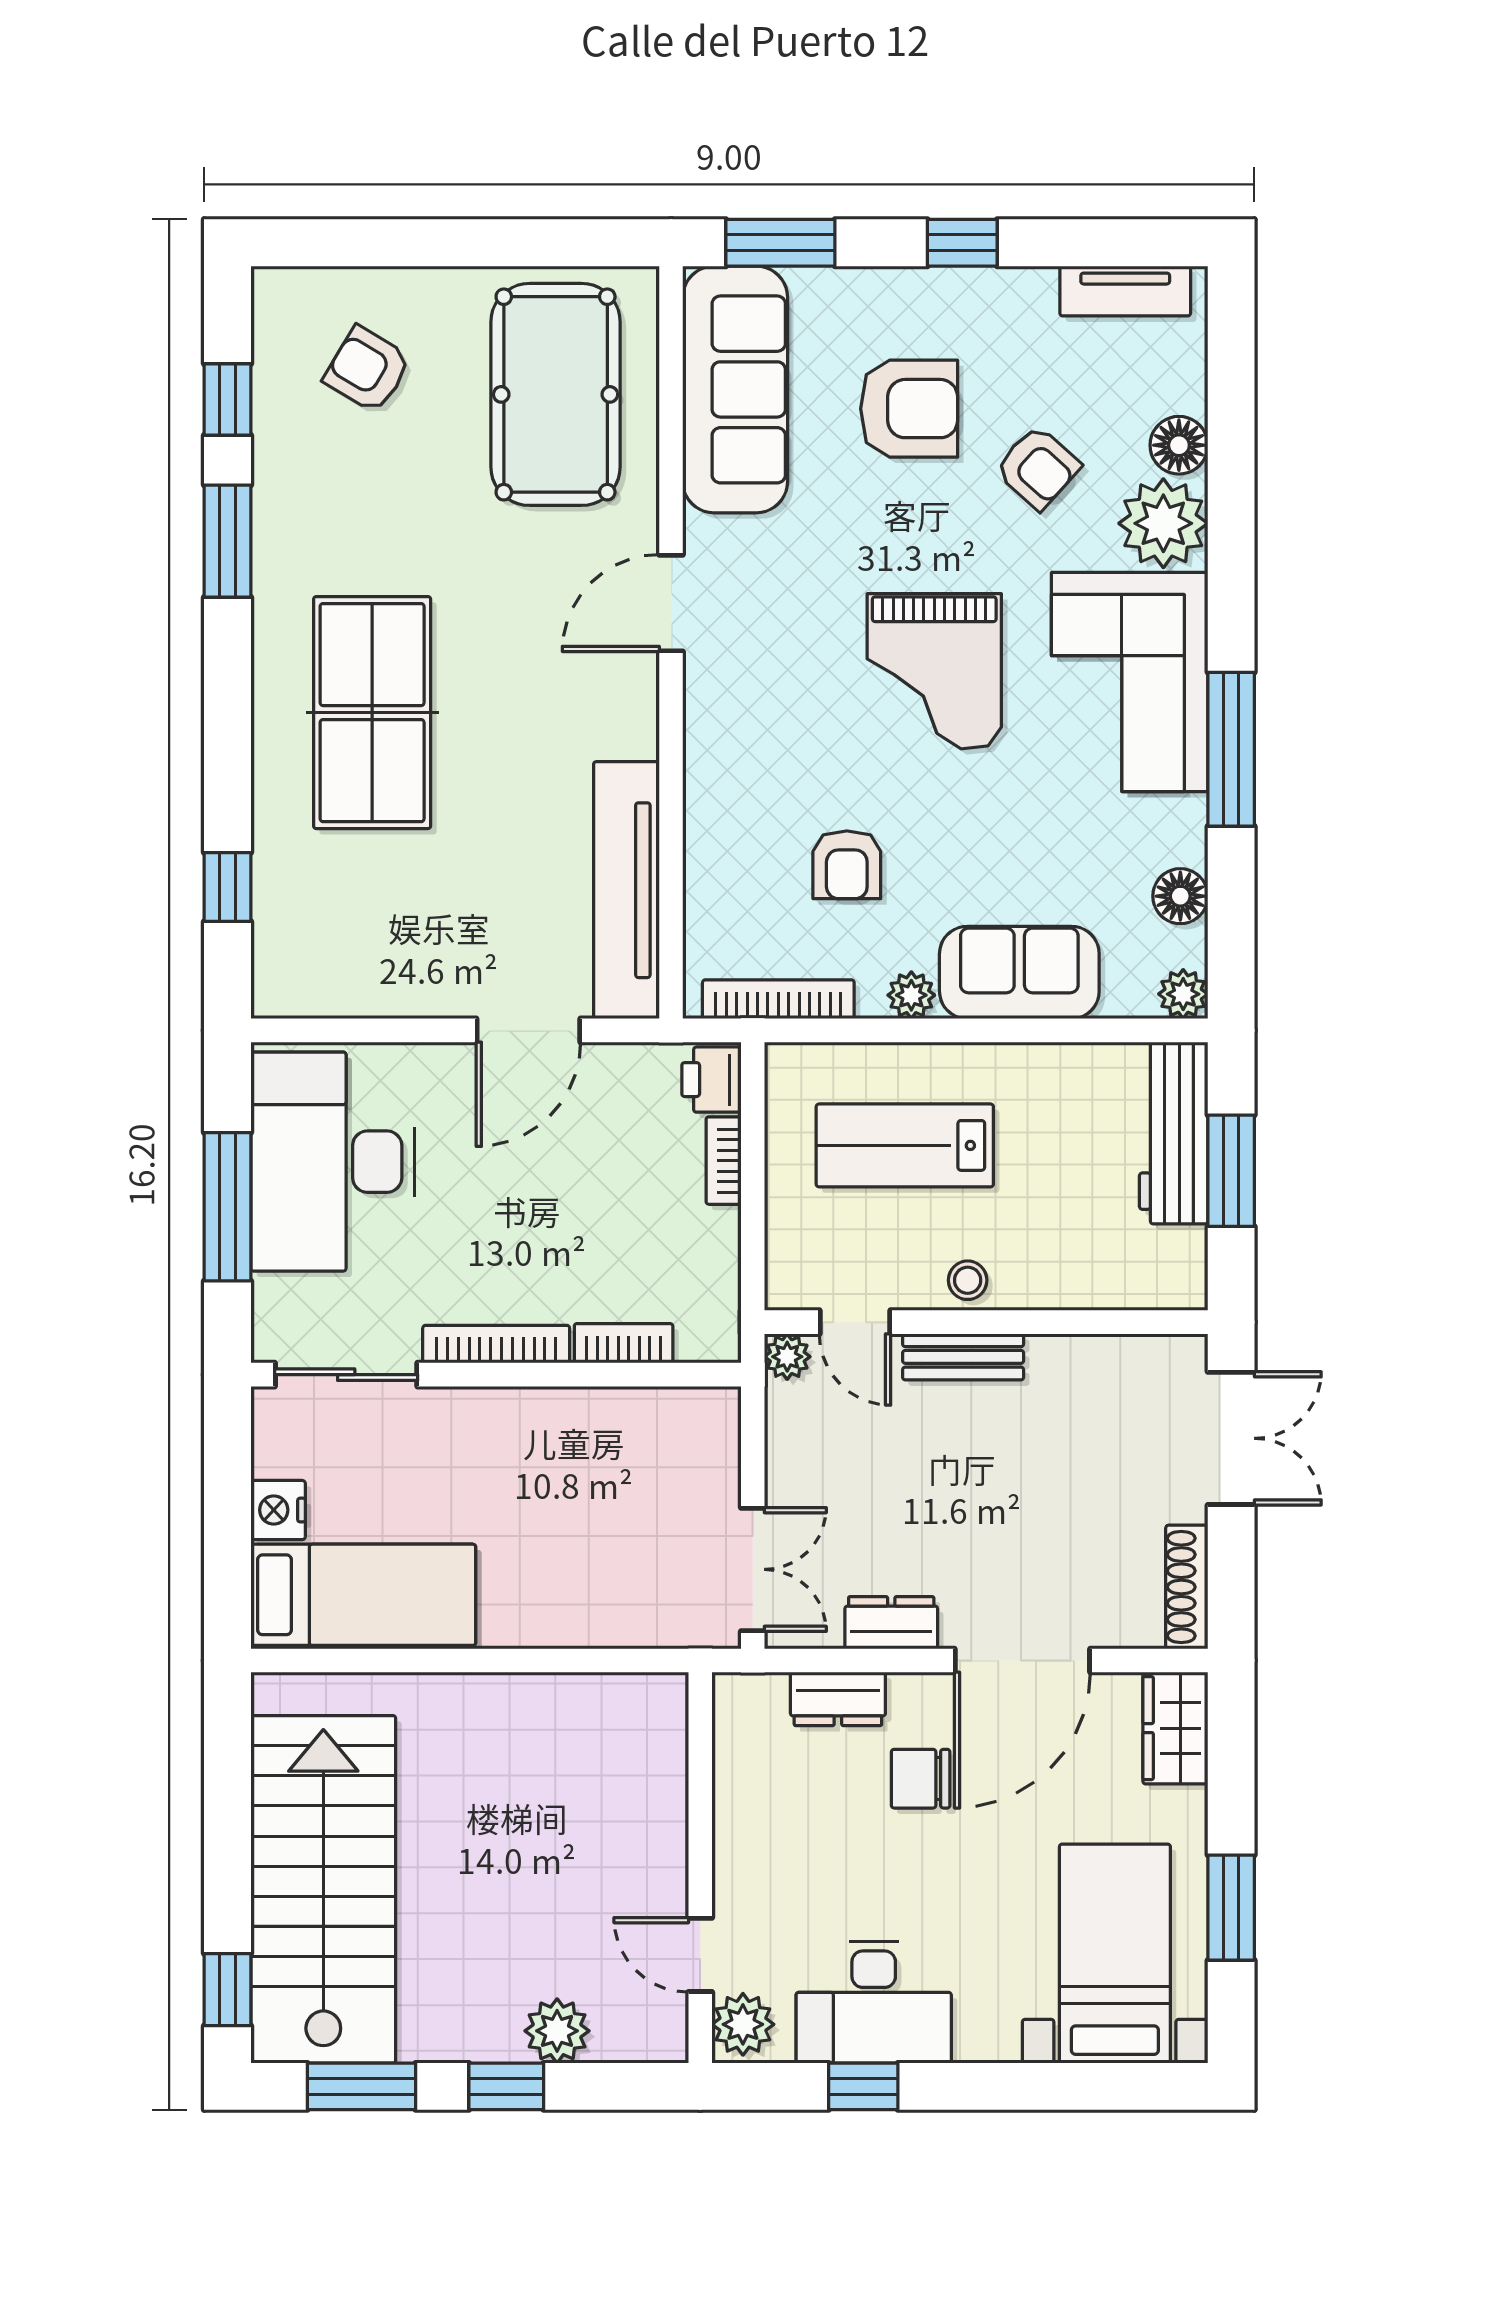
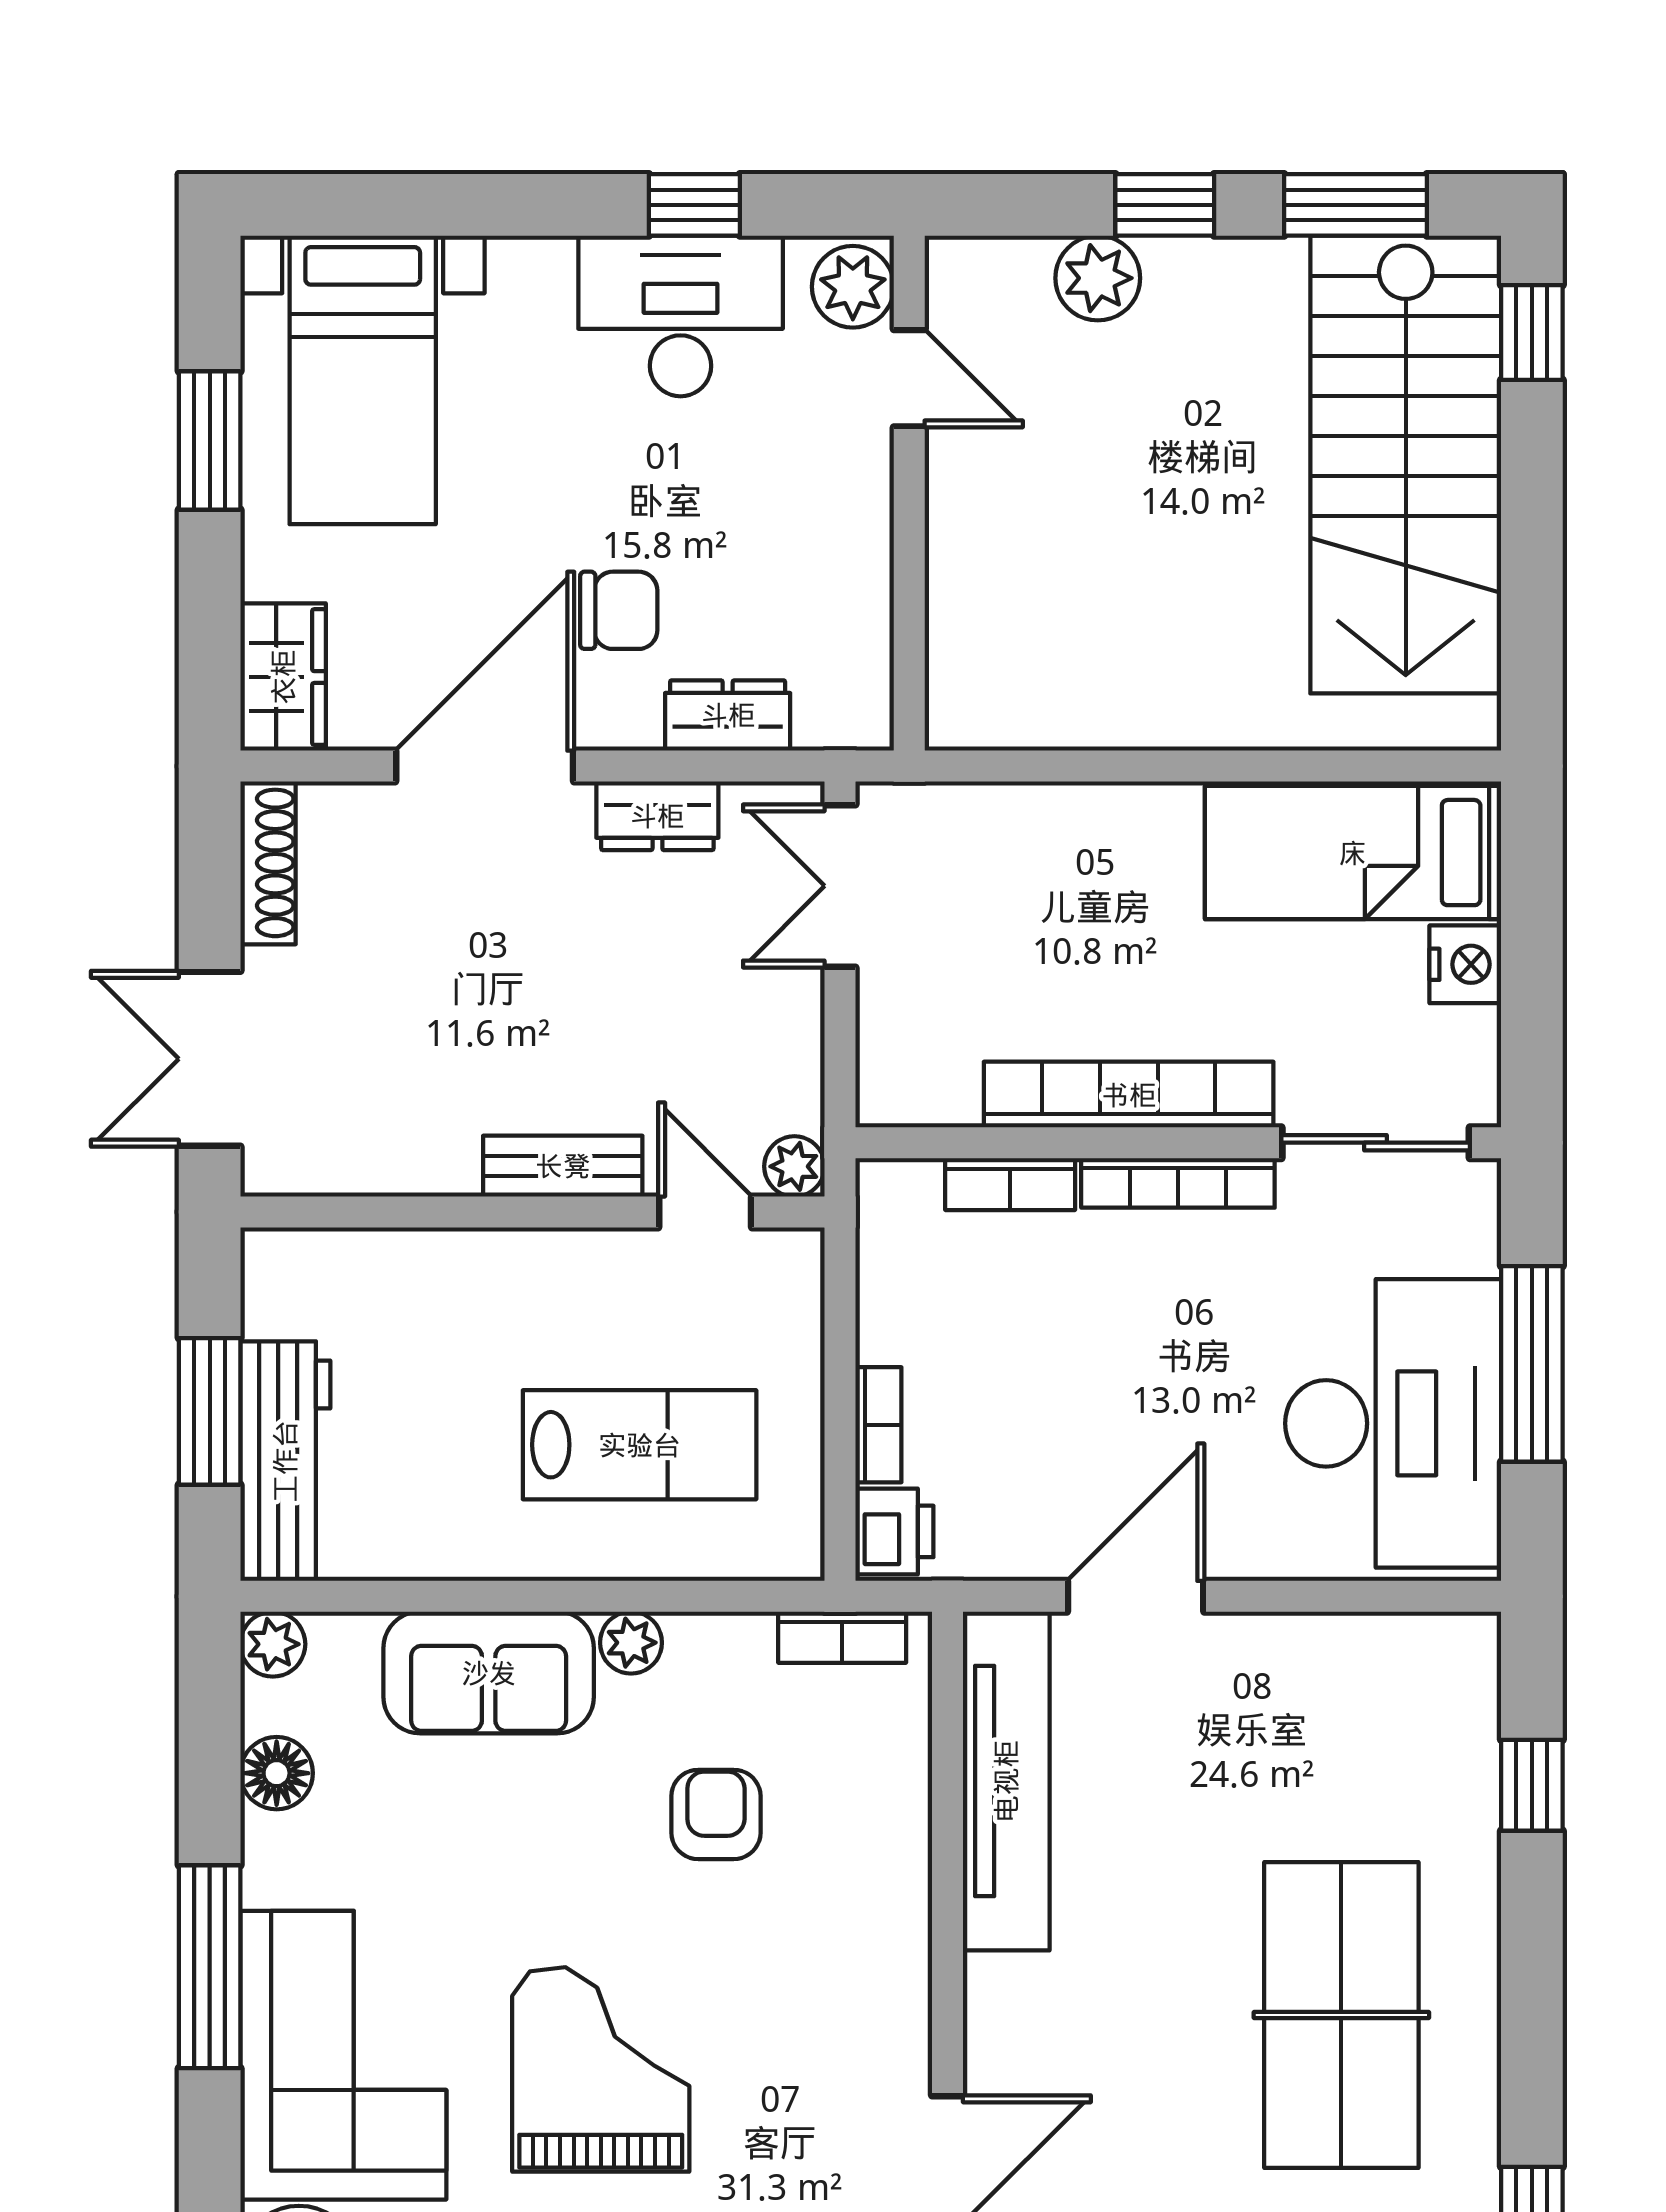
bookcase: (778, 999) -> (842, 1637), width x0.64
stool: (968, 1280) -> (557, 1267), removed
bookcase: (534, 1411) -> (1129, 1095), added

